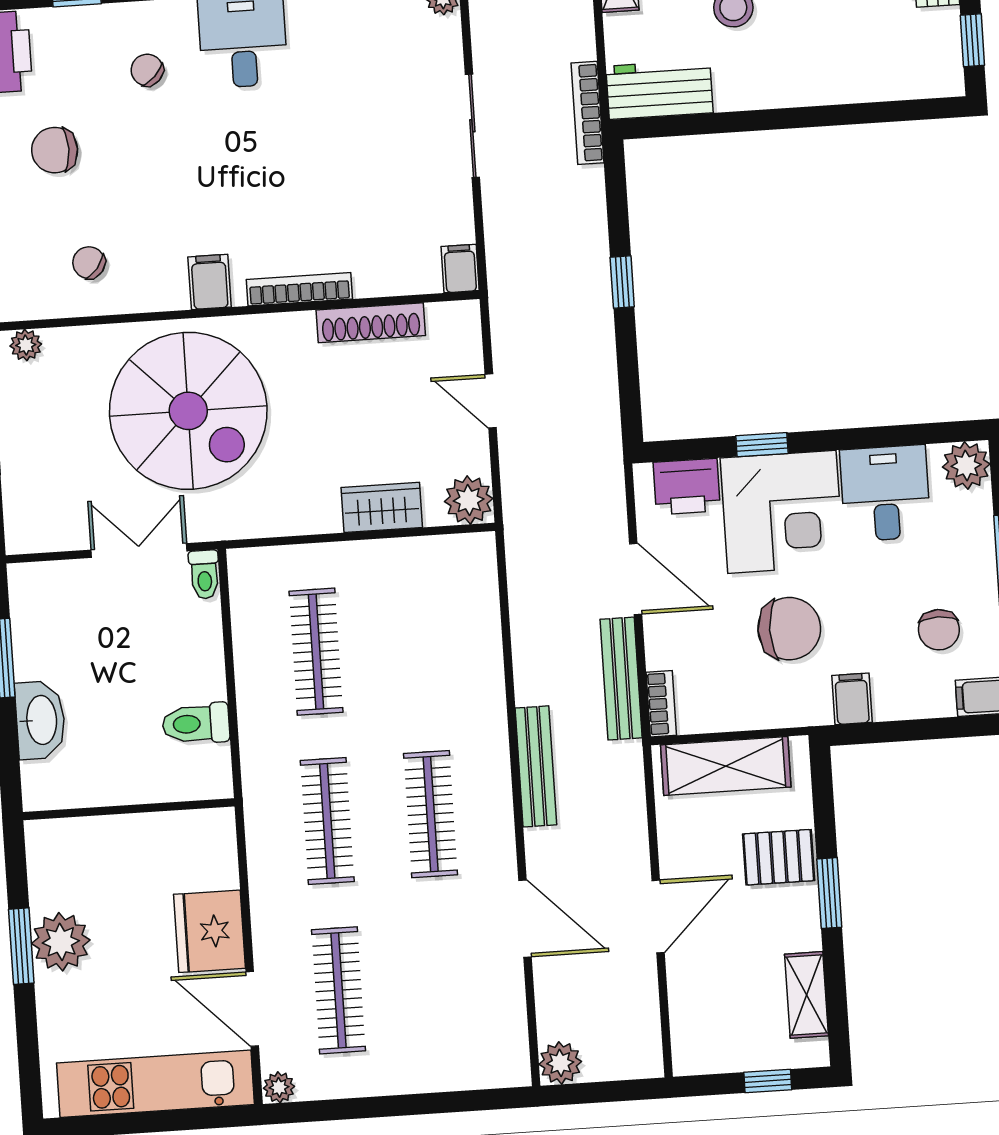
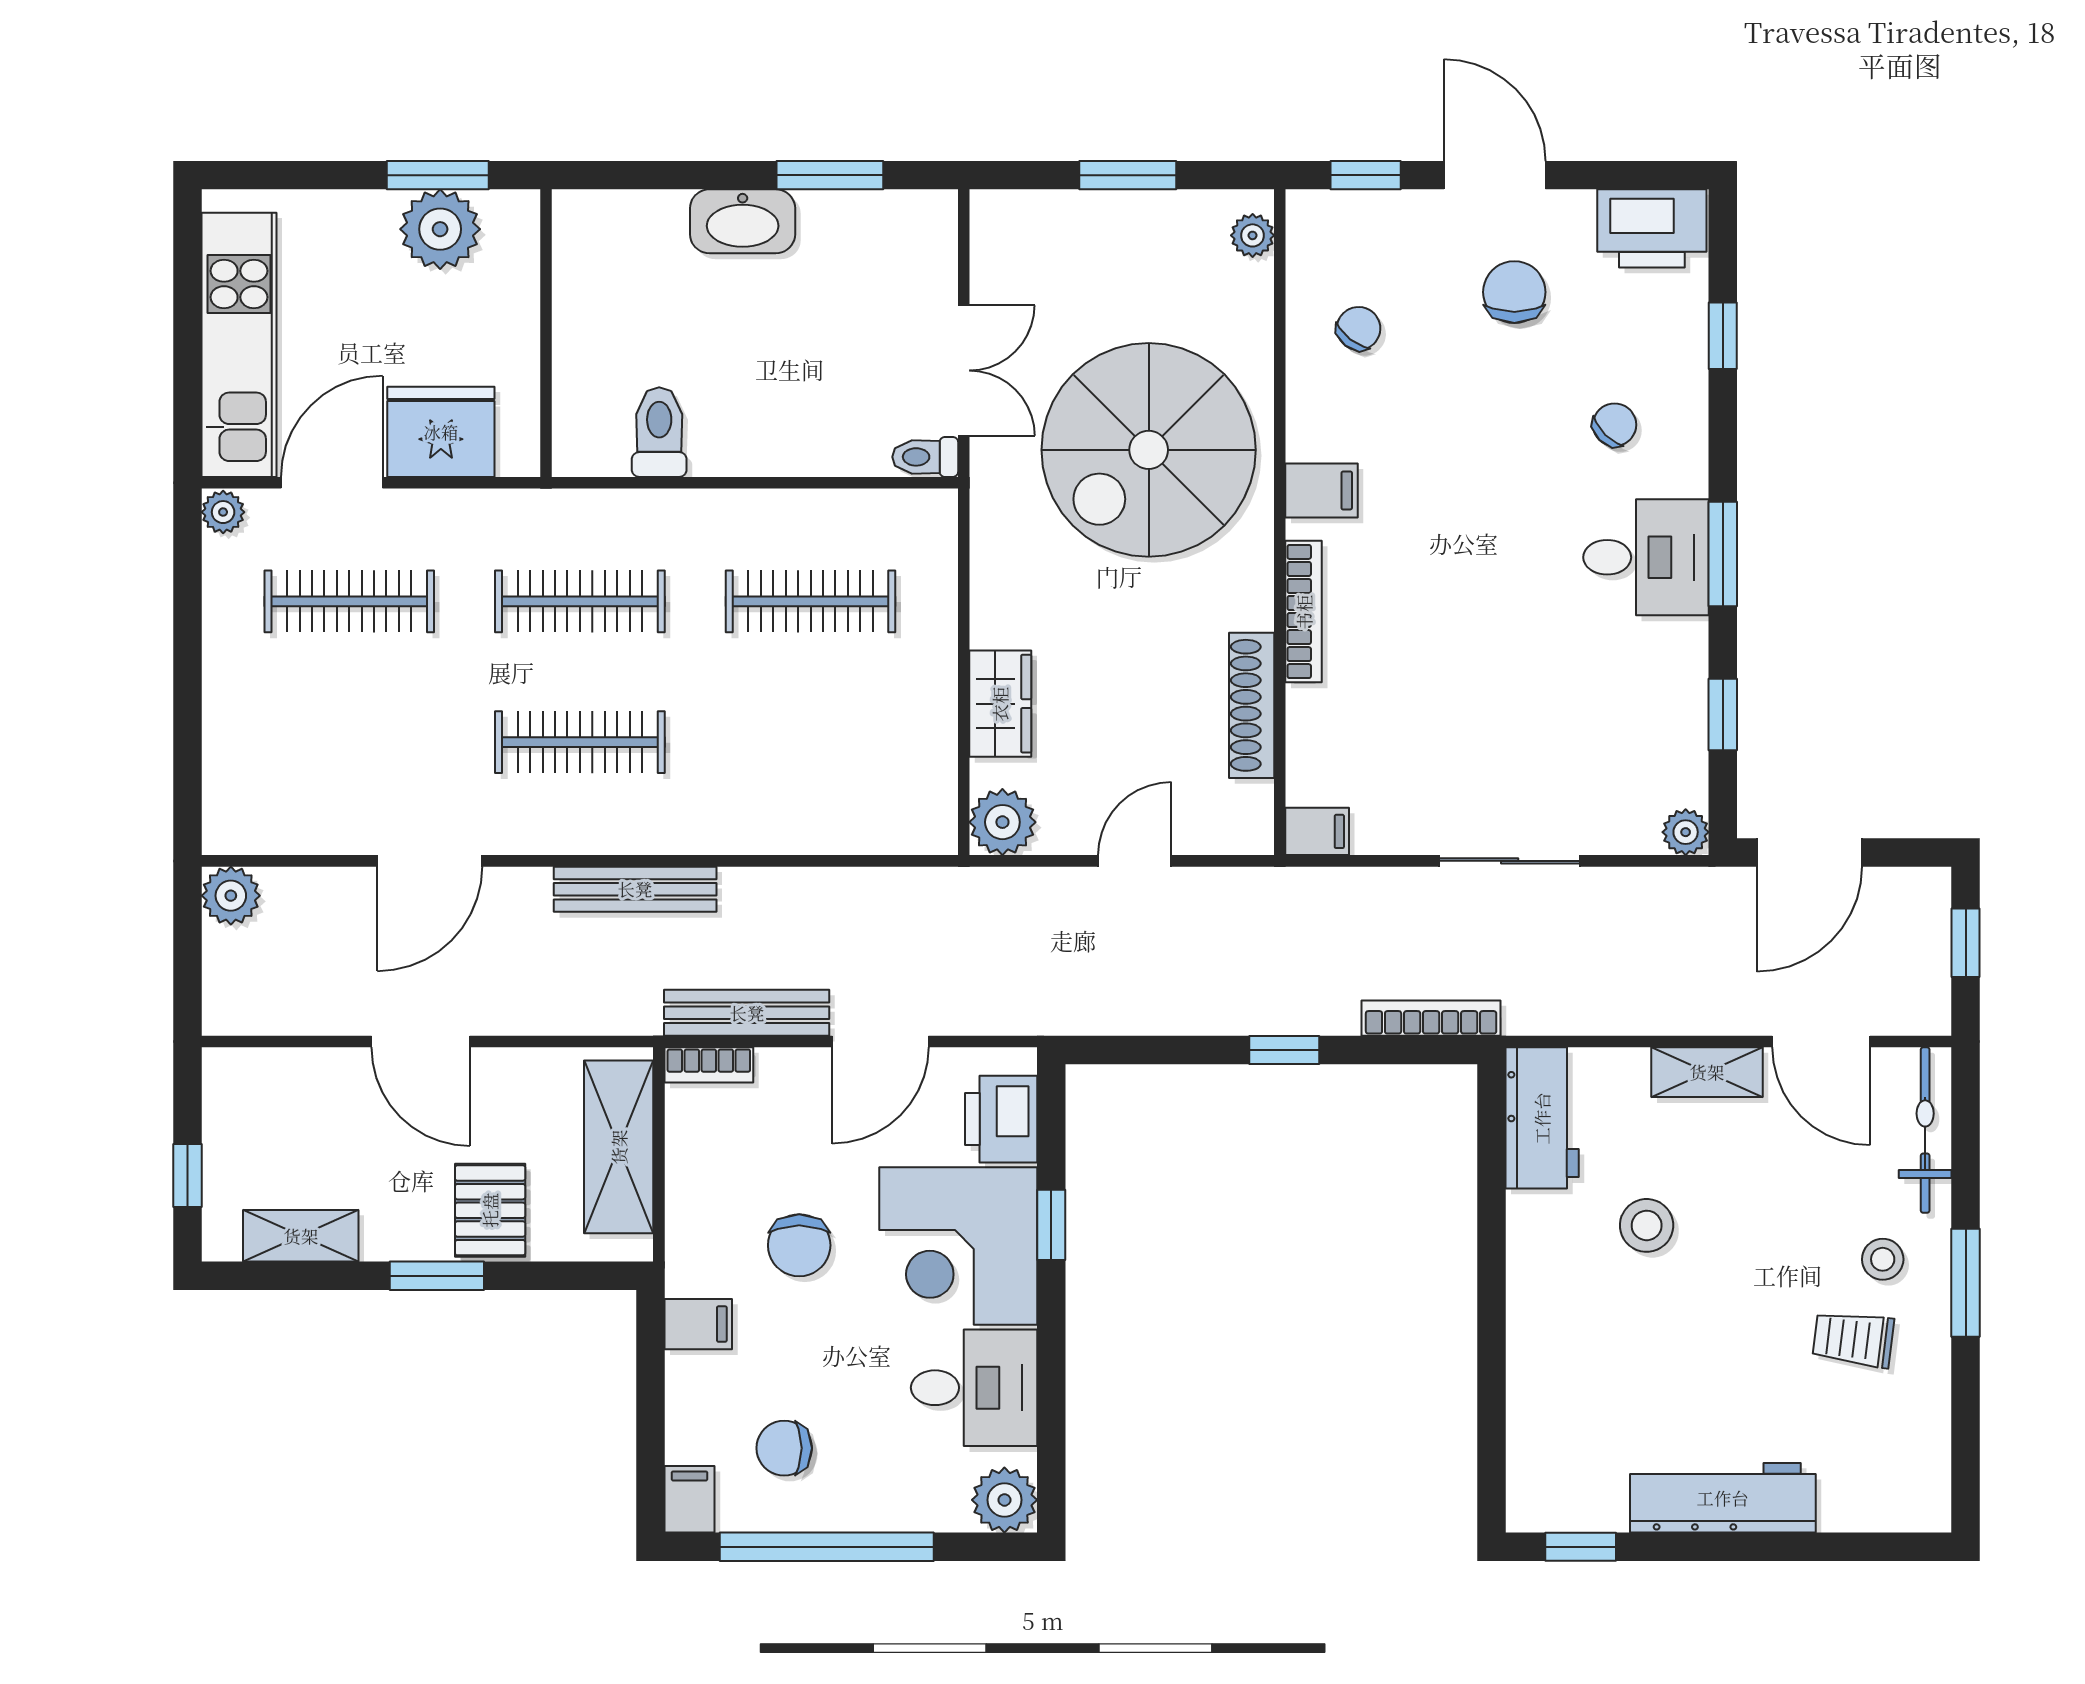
bookcase: (587, 113) -> (1431, 1018), moved
chair: (789, 629) -> (799, 1245), width x0.73, depth x0.73
toilet: (196, 724) -> (659, 432), moved
wall: (129, 809) -> (546, 333), moved

